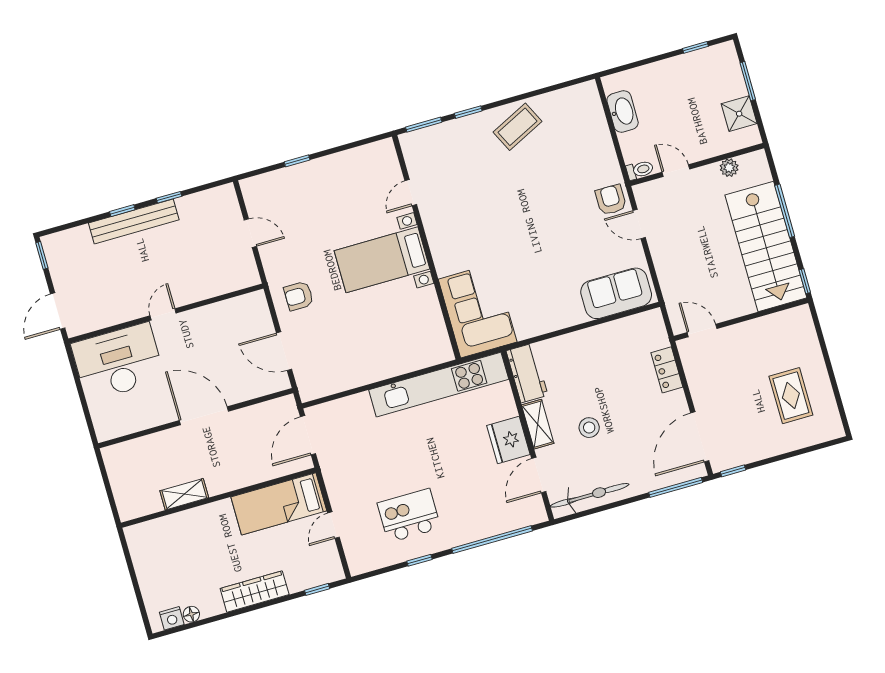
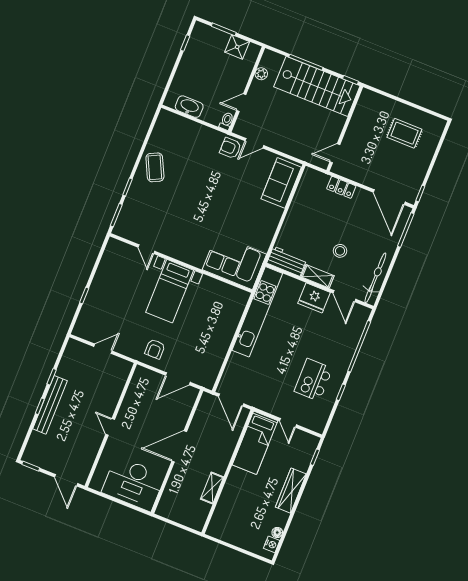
desk: (118, 362) -> (133, 484), moved, turned -90

